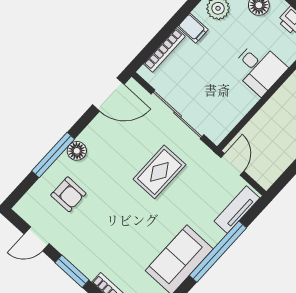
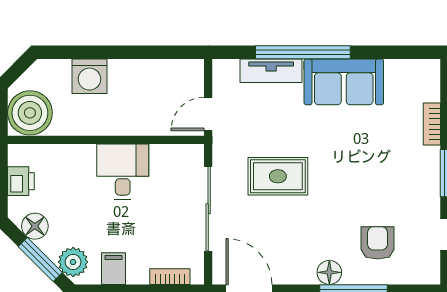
bookcase: (164, 50) -> (170, 277), width x0.64
desk: (259, 68) -> (123, 172), moved
tv unit: (237, 210) -> (271, 71), moved

